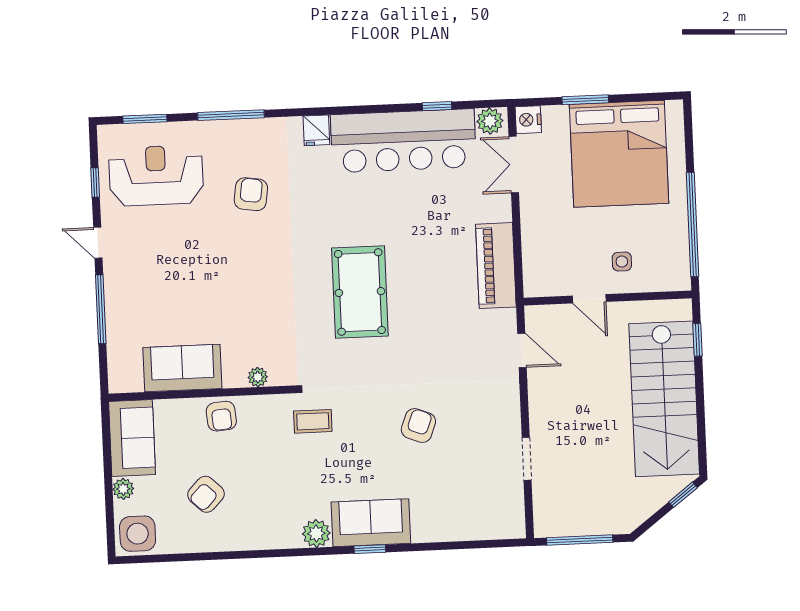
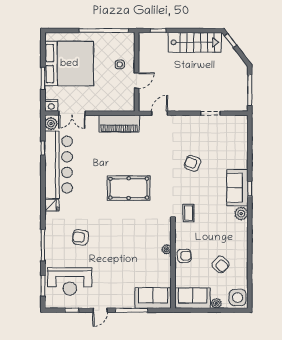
reception desk: (156, 176) -> (70, 282), turned -90
sofa: (182, 368) -> (153, 298), moved, turned 90
plant: (258, 377) -> (167, 249), moved
stairs: (664, 399) -> (195, 42), width x0.73, depth x0.66

